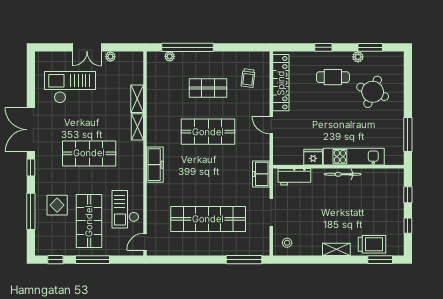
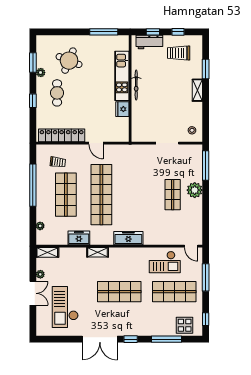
window: (187, 47) -> (33, 185), moved
shop shelf: (208, 88) -> (66, 195), width x1.43, depth x1.36
shelving: (137, 99) -> (47, 252), moved
door: (271, 125) -> (96, 143), hinge flipped
shop shelf: (208, 132) -> (101, 195), width x1.40
shop shelf: (89, 153) -> (119, 292), turned 90
freezer: (261, 174) -> (79, 238), moved, turned 180
workbench: (294, 177) -> (149, 42), moved, turned 90
display table: (57, 205) -> (185, 325), moved
shop shelf: (208, 219) -> (173, 195), width x0.50, depth x0.74
trolley: (372, 244) -> (179, 53), moved, turned -90
plant: (214, 246) -> (195, 190), added
window: (93, 260) -> (206, 277), moved
window: (380, 260) -> (206, 69), moved

